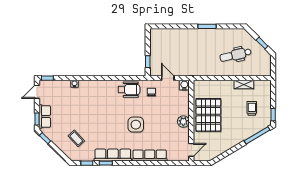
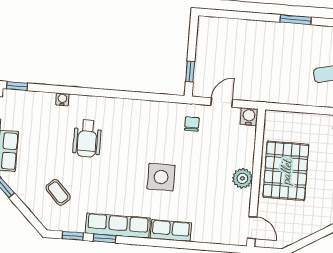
door: (168, 78) -> (222, 102), hinge flipped
wheelchair: (129, 90) -> (87, 138), moved, turned 90
door: (191, 150) -> (252, 228), hinge flipped
row of seats: (150, 155) -> (171, 231), width x0.68

